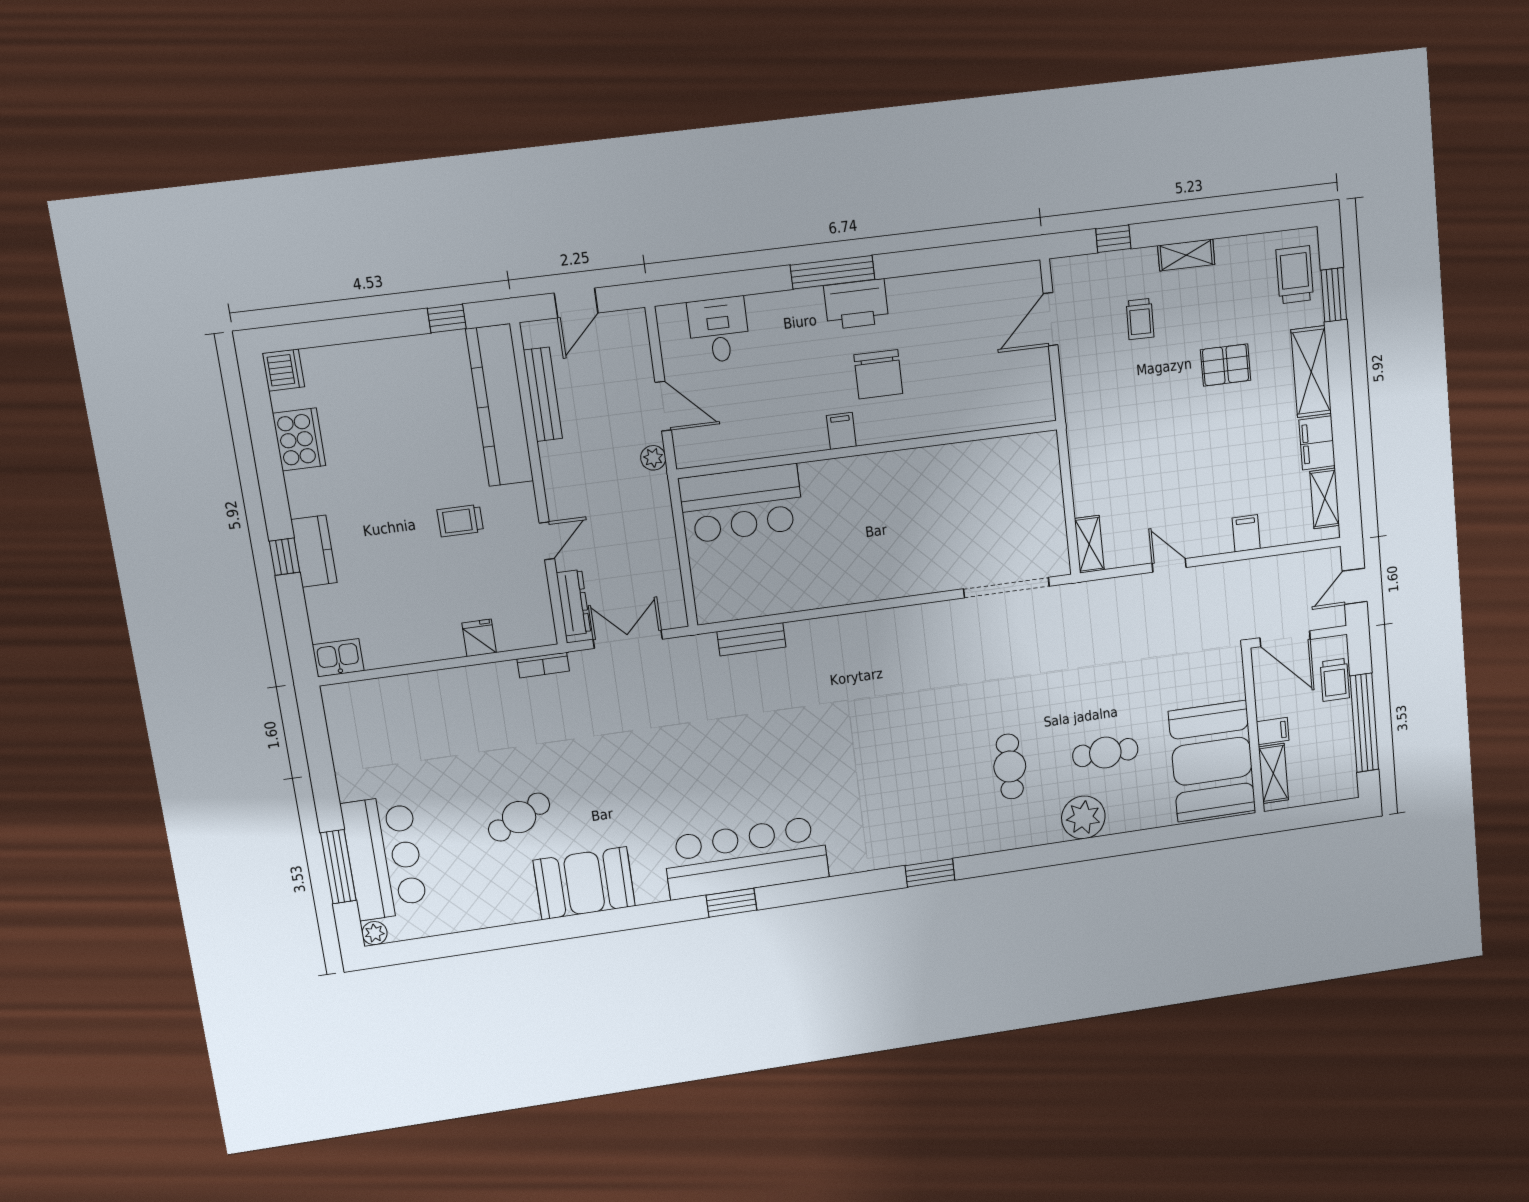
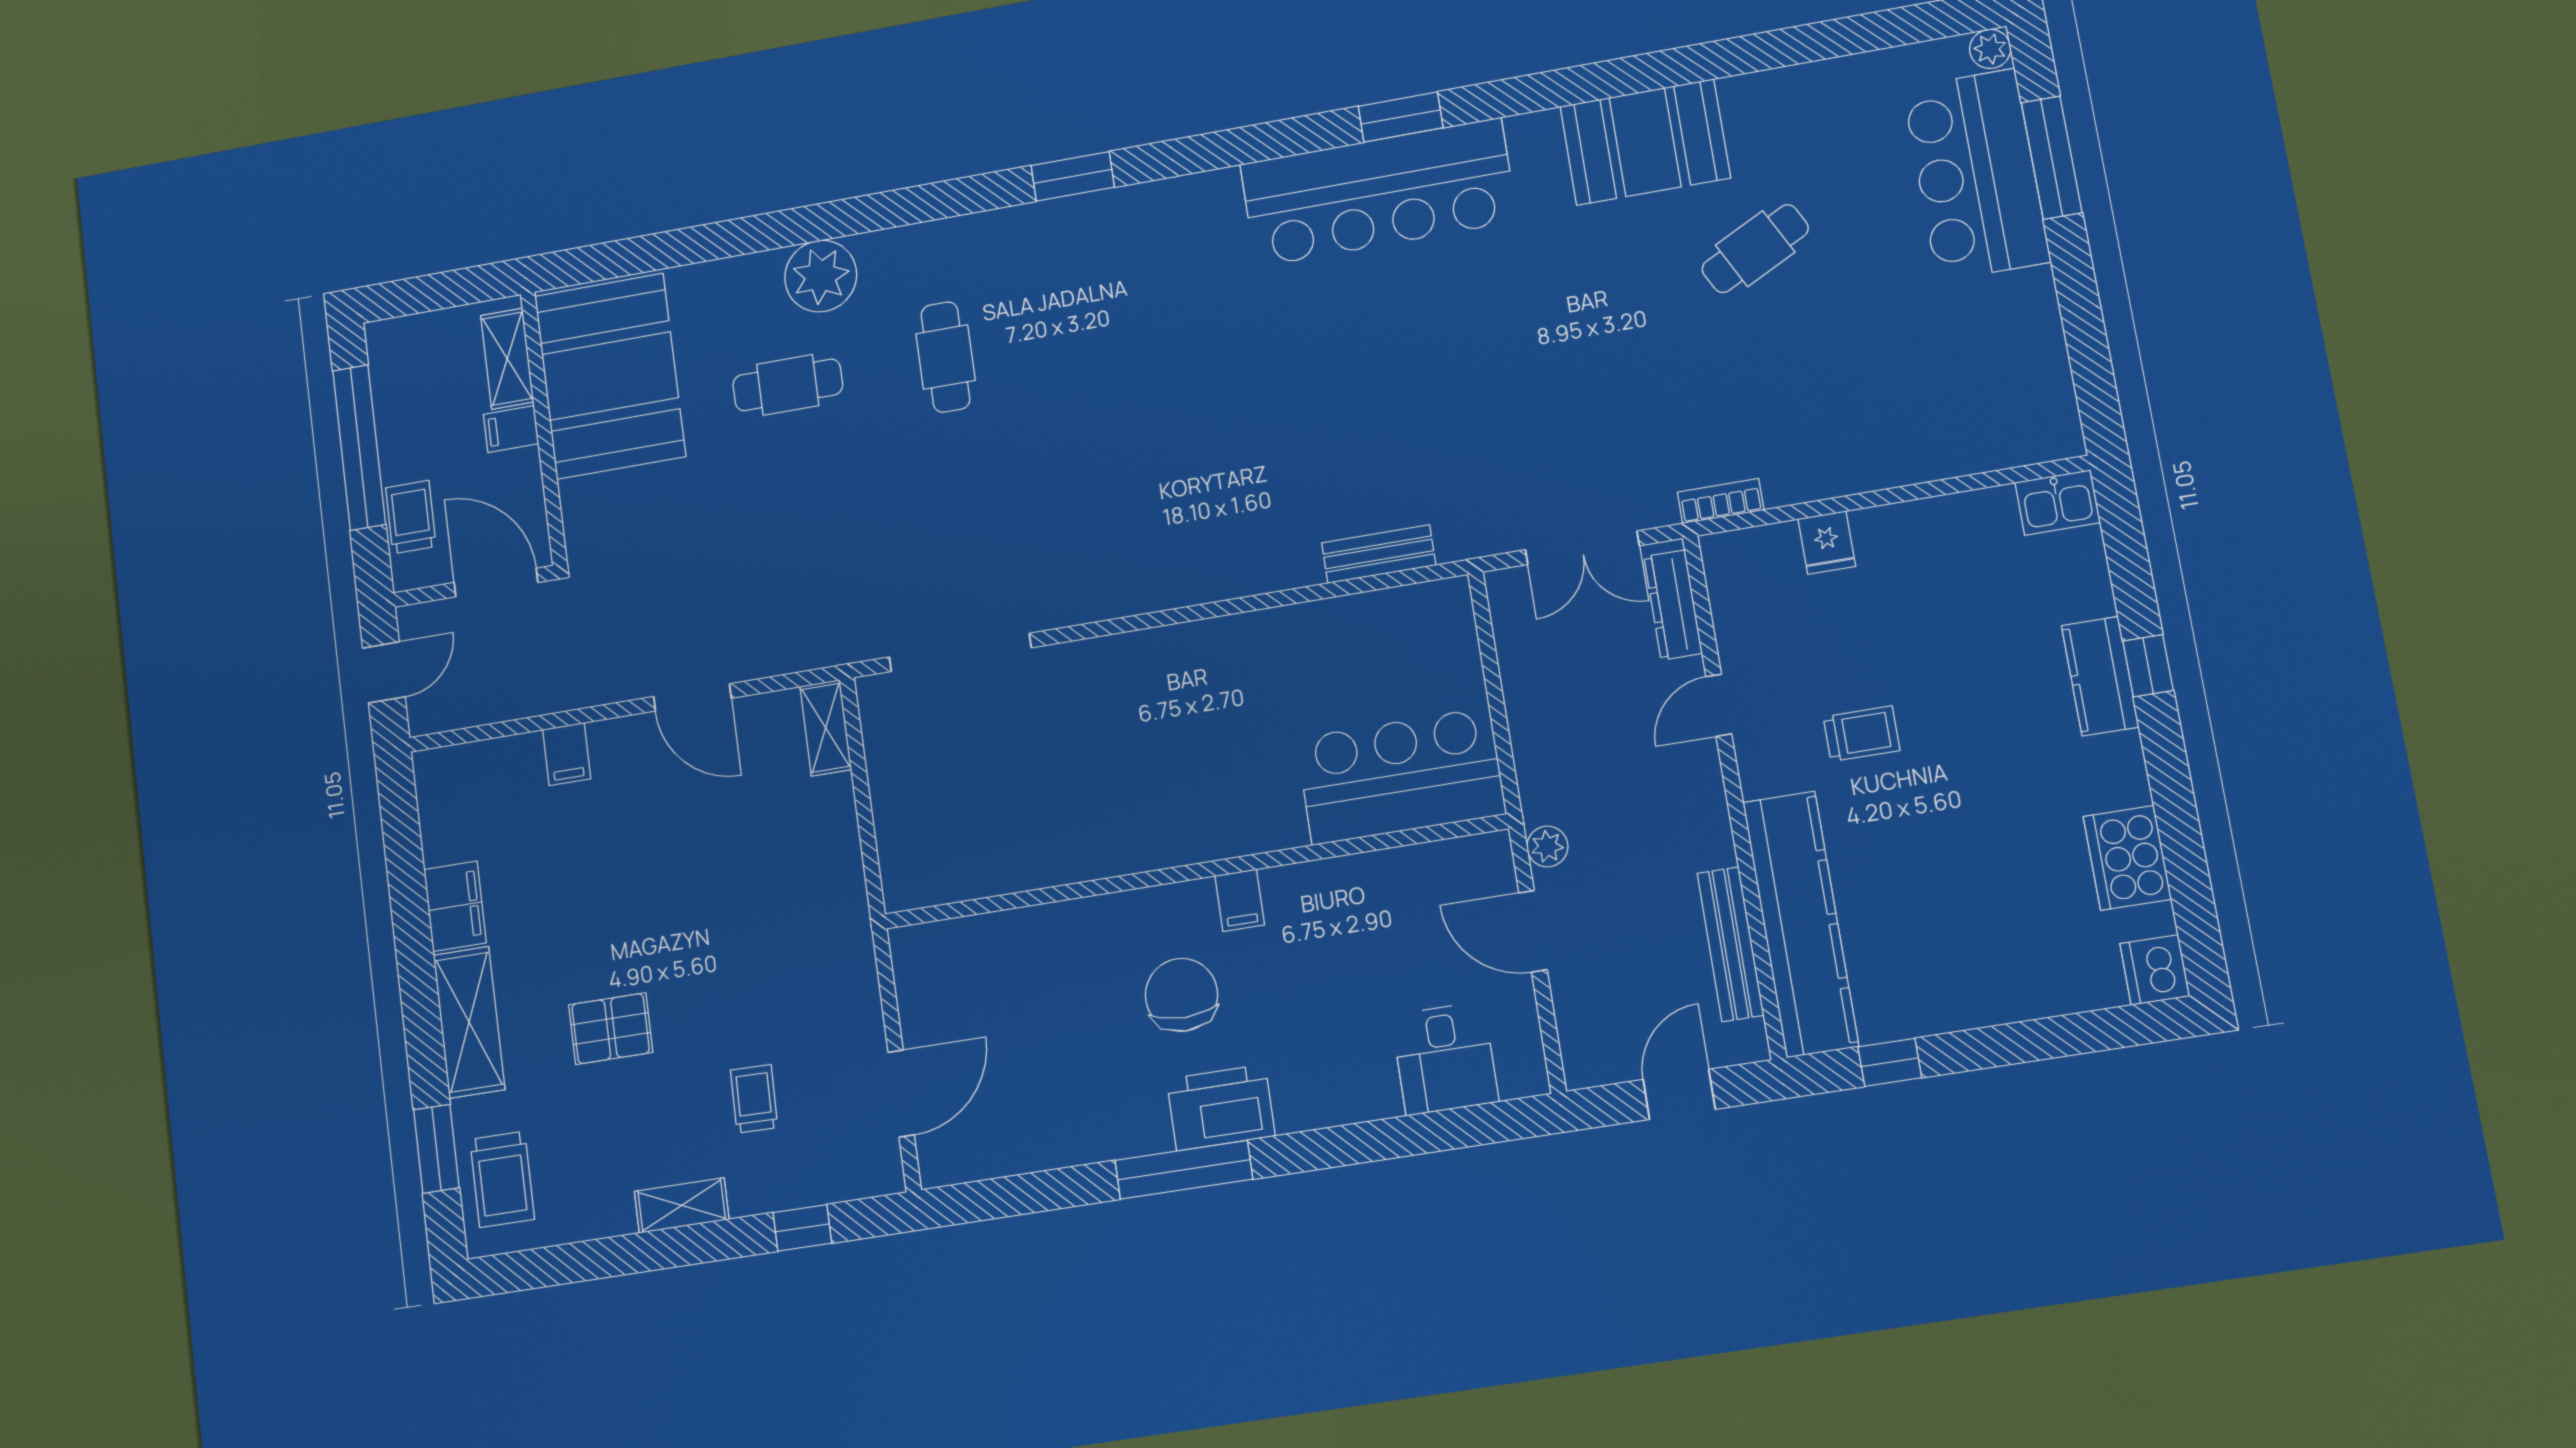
window: (832, 272) -> (1184, 1170), moved
shelving: (1325, 498) -> (439, 815), removed
door: (1169, 565) -> (692, 697), width x1.38

